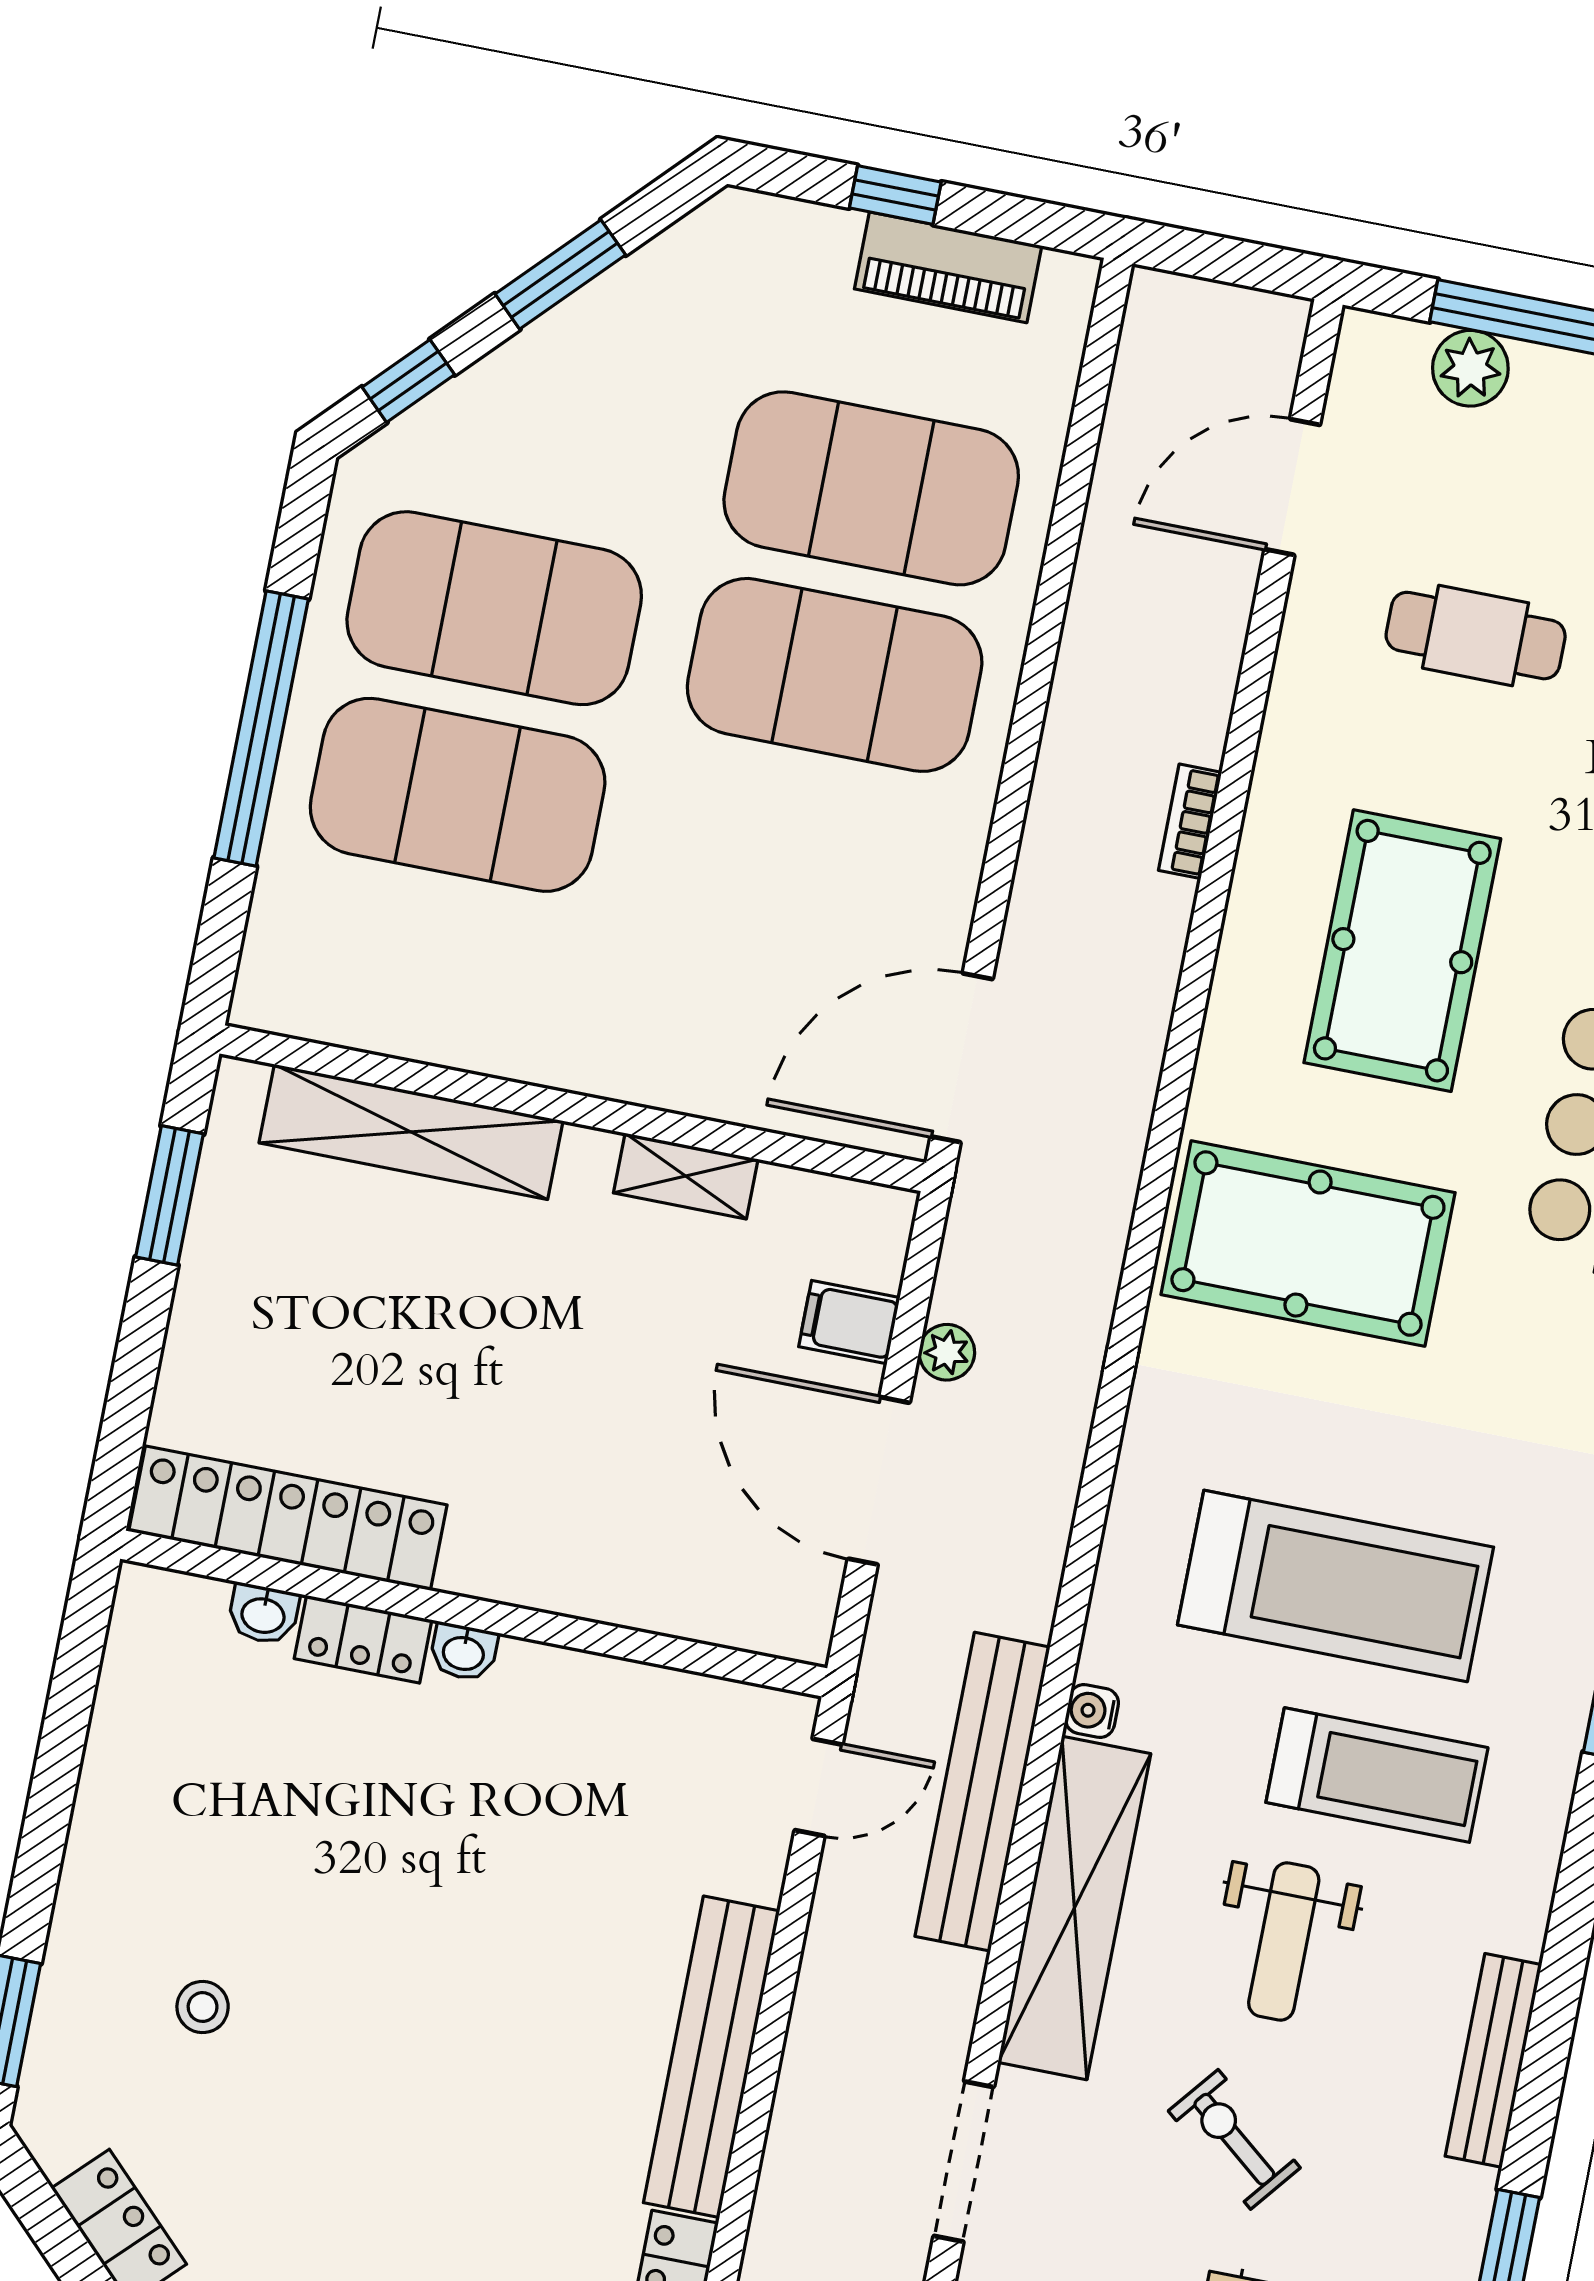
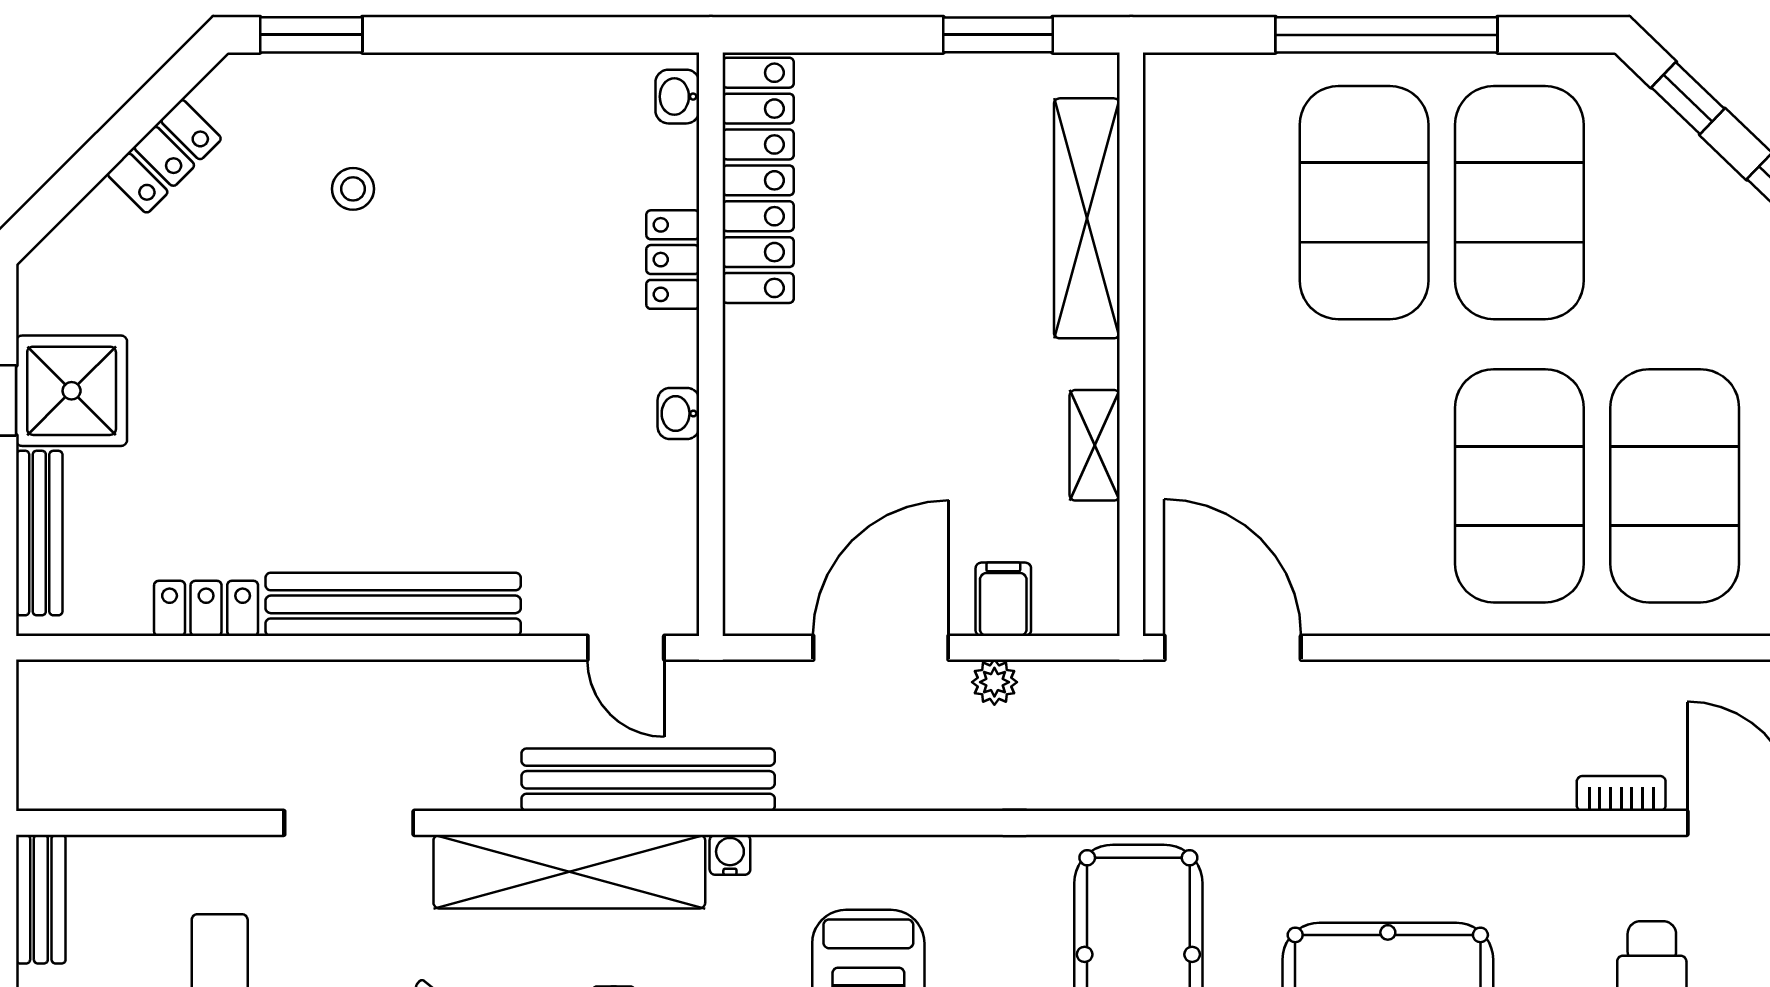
bookcase: (1190, 821) -> (1621, 794), moved
washbasin: (263, 1614) -> (677, 97), moved
washbasin: (464, 1652) -> (678, 413), moved

